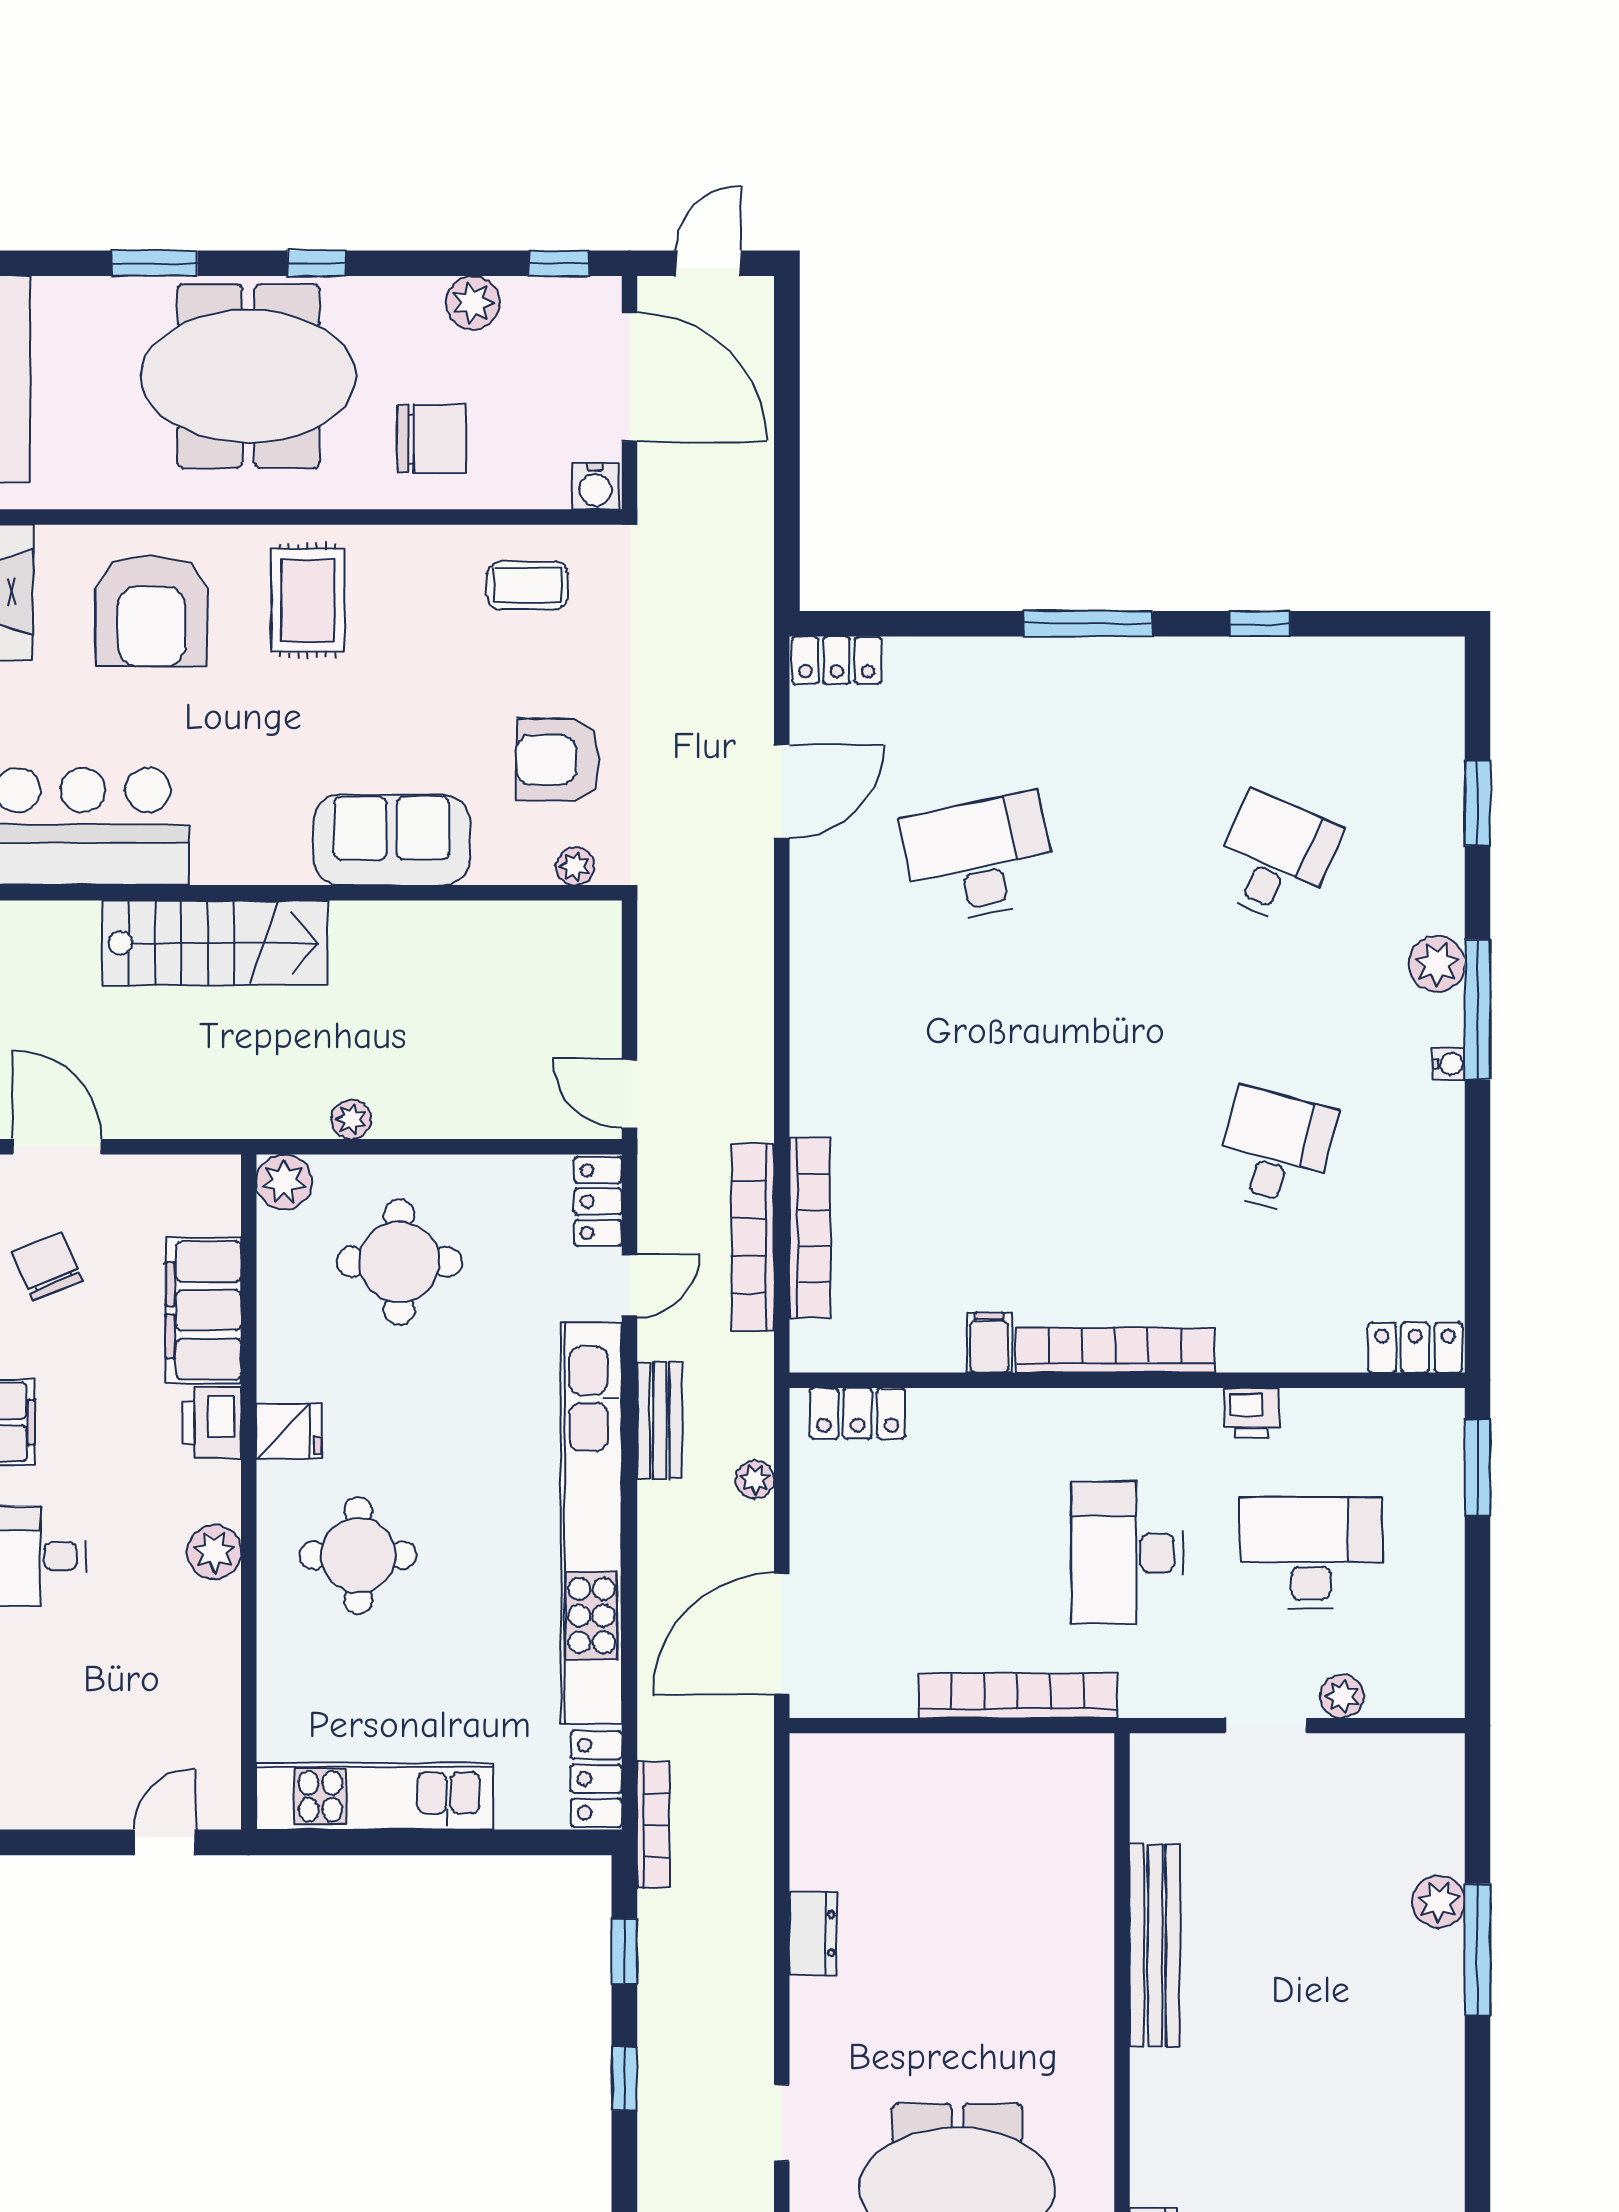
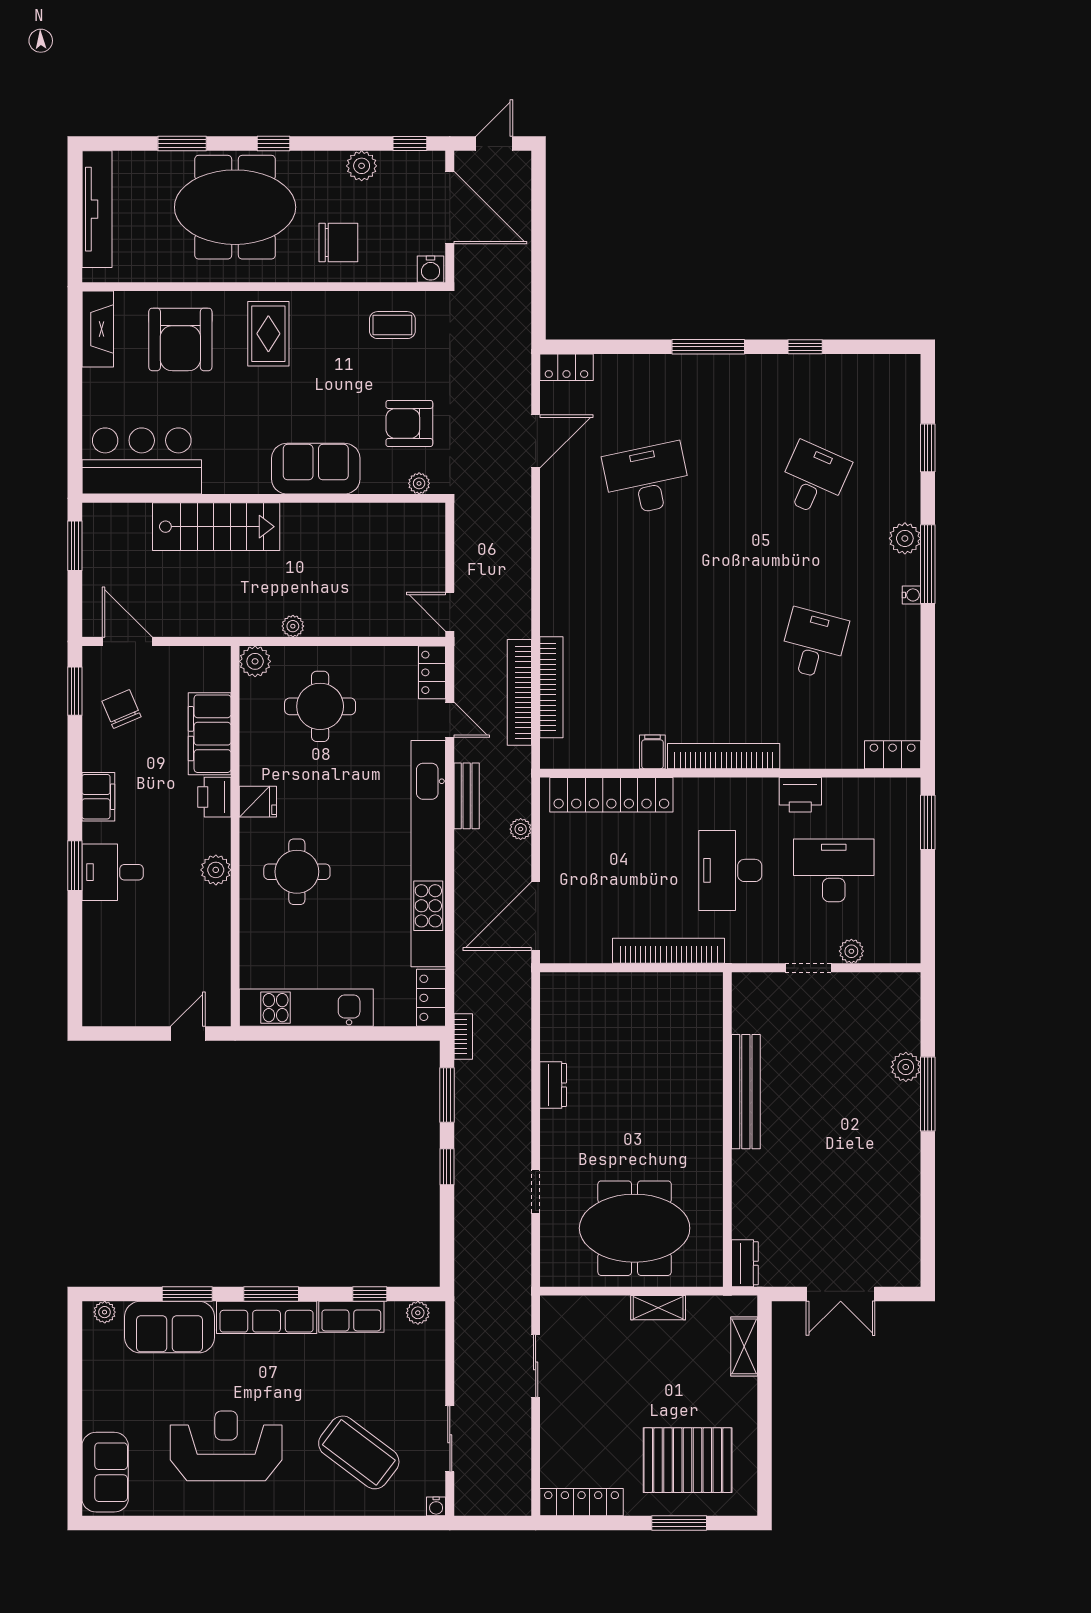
door: (630, 1286) -> (450, 720), hinge flipped
locker: (858, 1413) -> (611, 795), width x2.16, depth x1.21
printer: (1251, 1413) -> (800, 795), width x1.36, depth x1.24
bookcase: (653, 1825) -> (463, 1037), width x0.64
window: (624, 1951) -> (447, 1095), width x1.50

